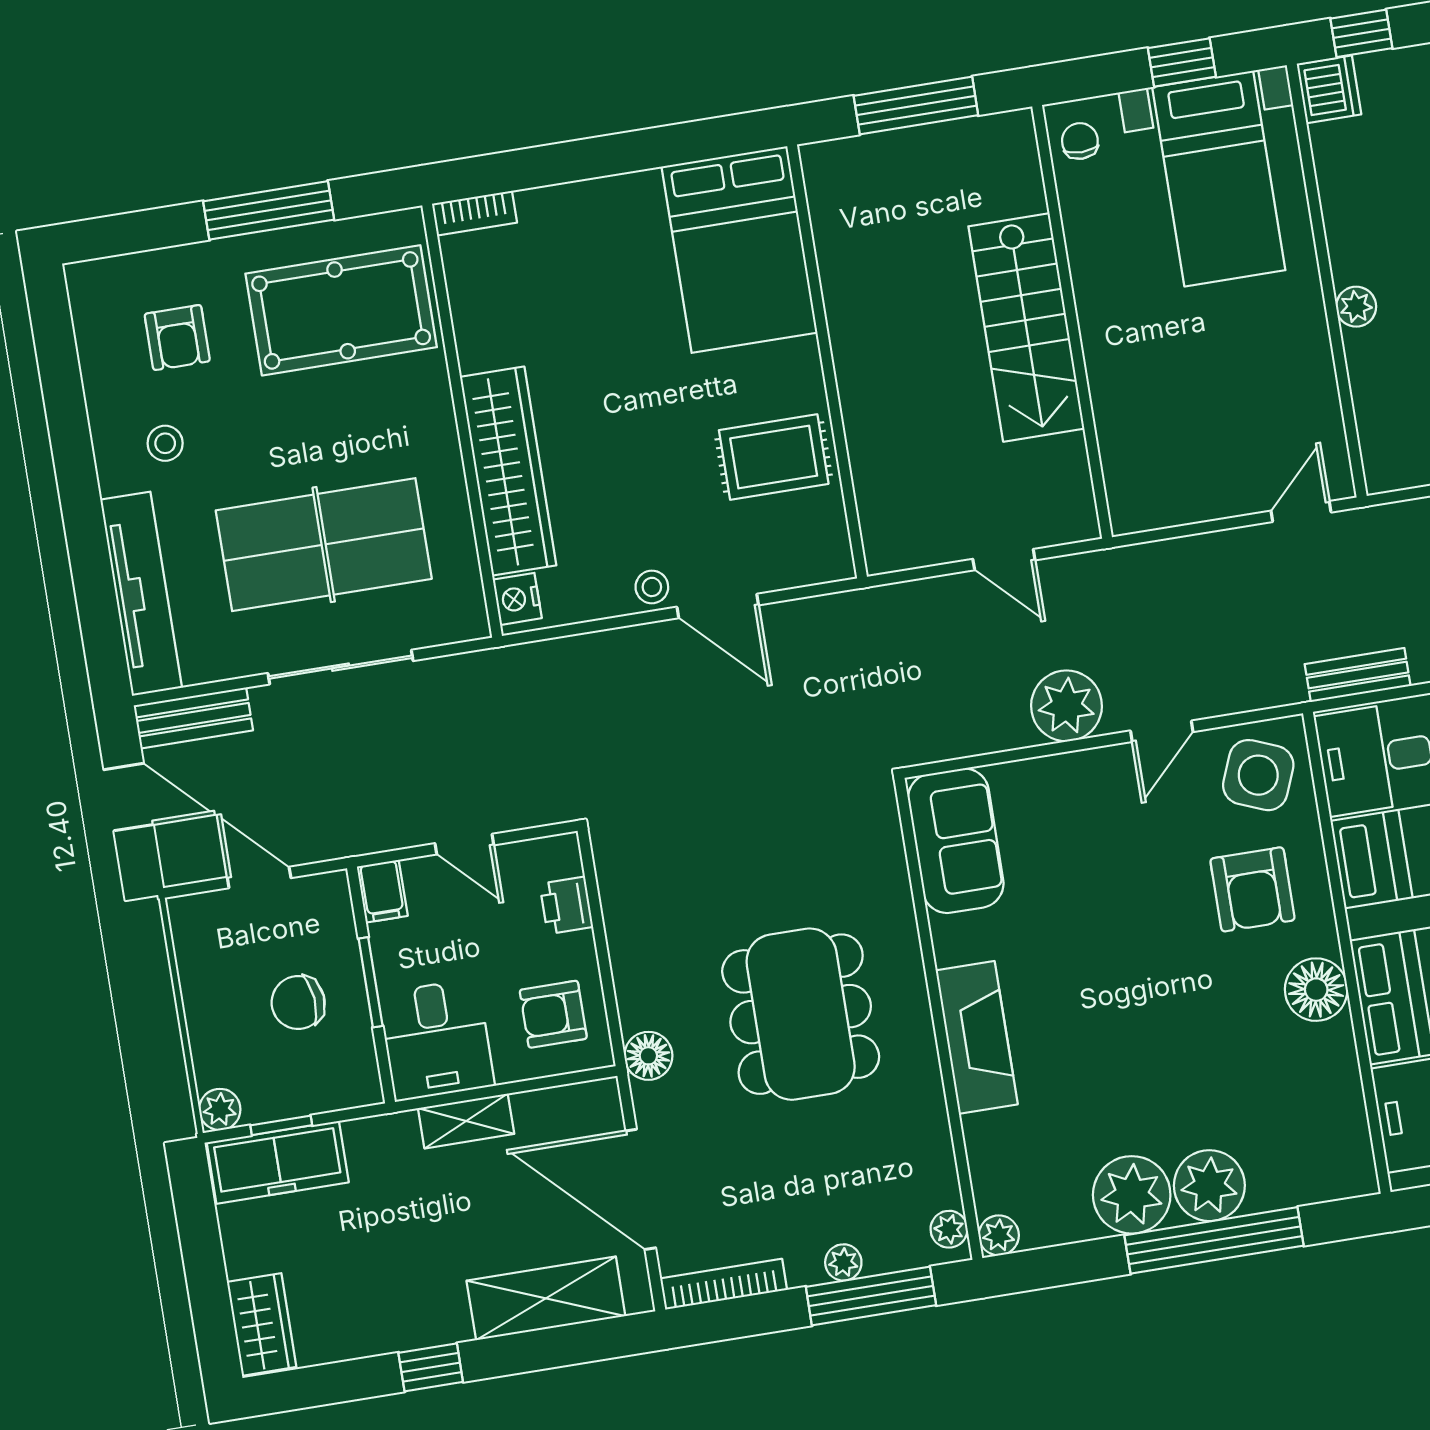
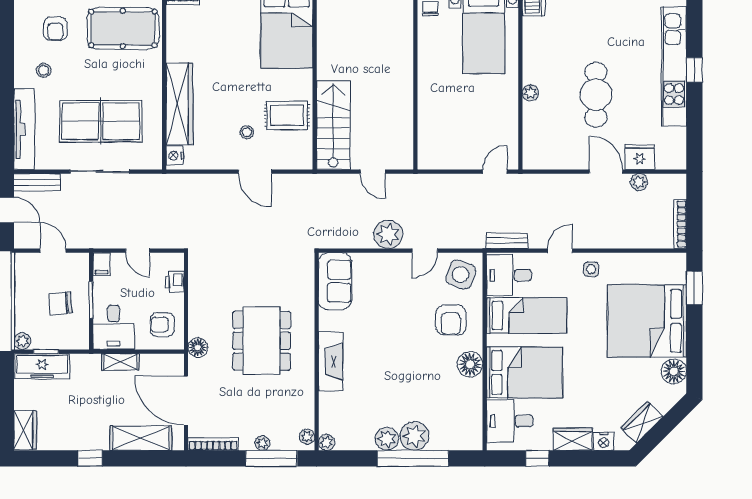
stairs: (1026, 327) -> (333, 125), moved, turned 180
stool: (652, 587) -> (247, 132), moved
plant: (1132, 1195) -> (387, 439), width x0.73, depth x0.73

